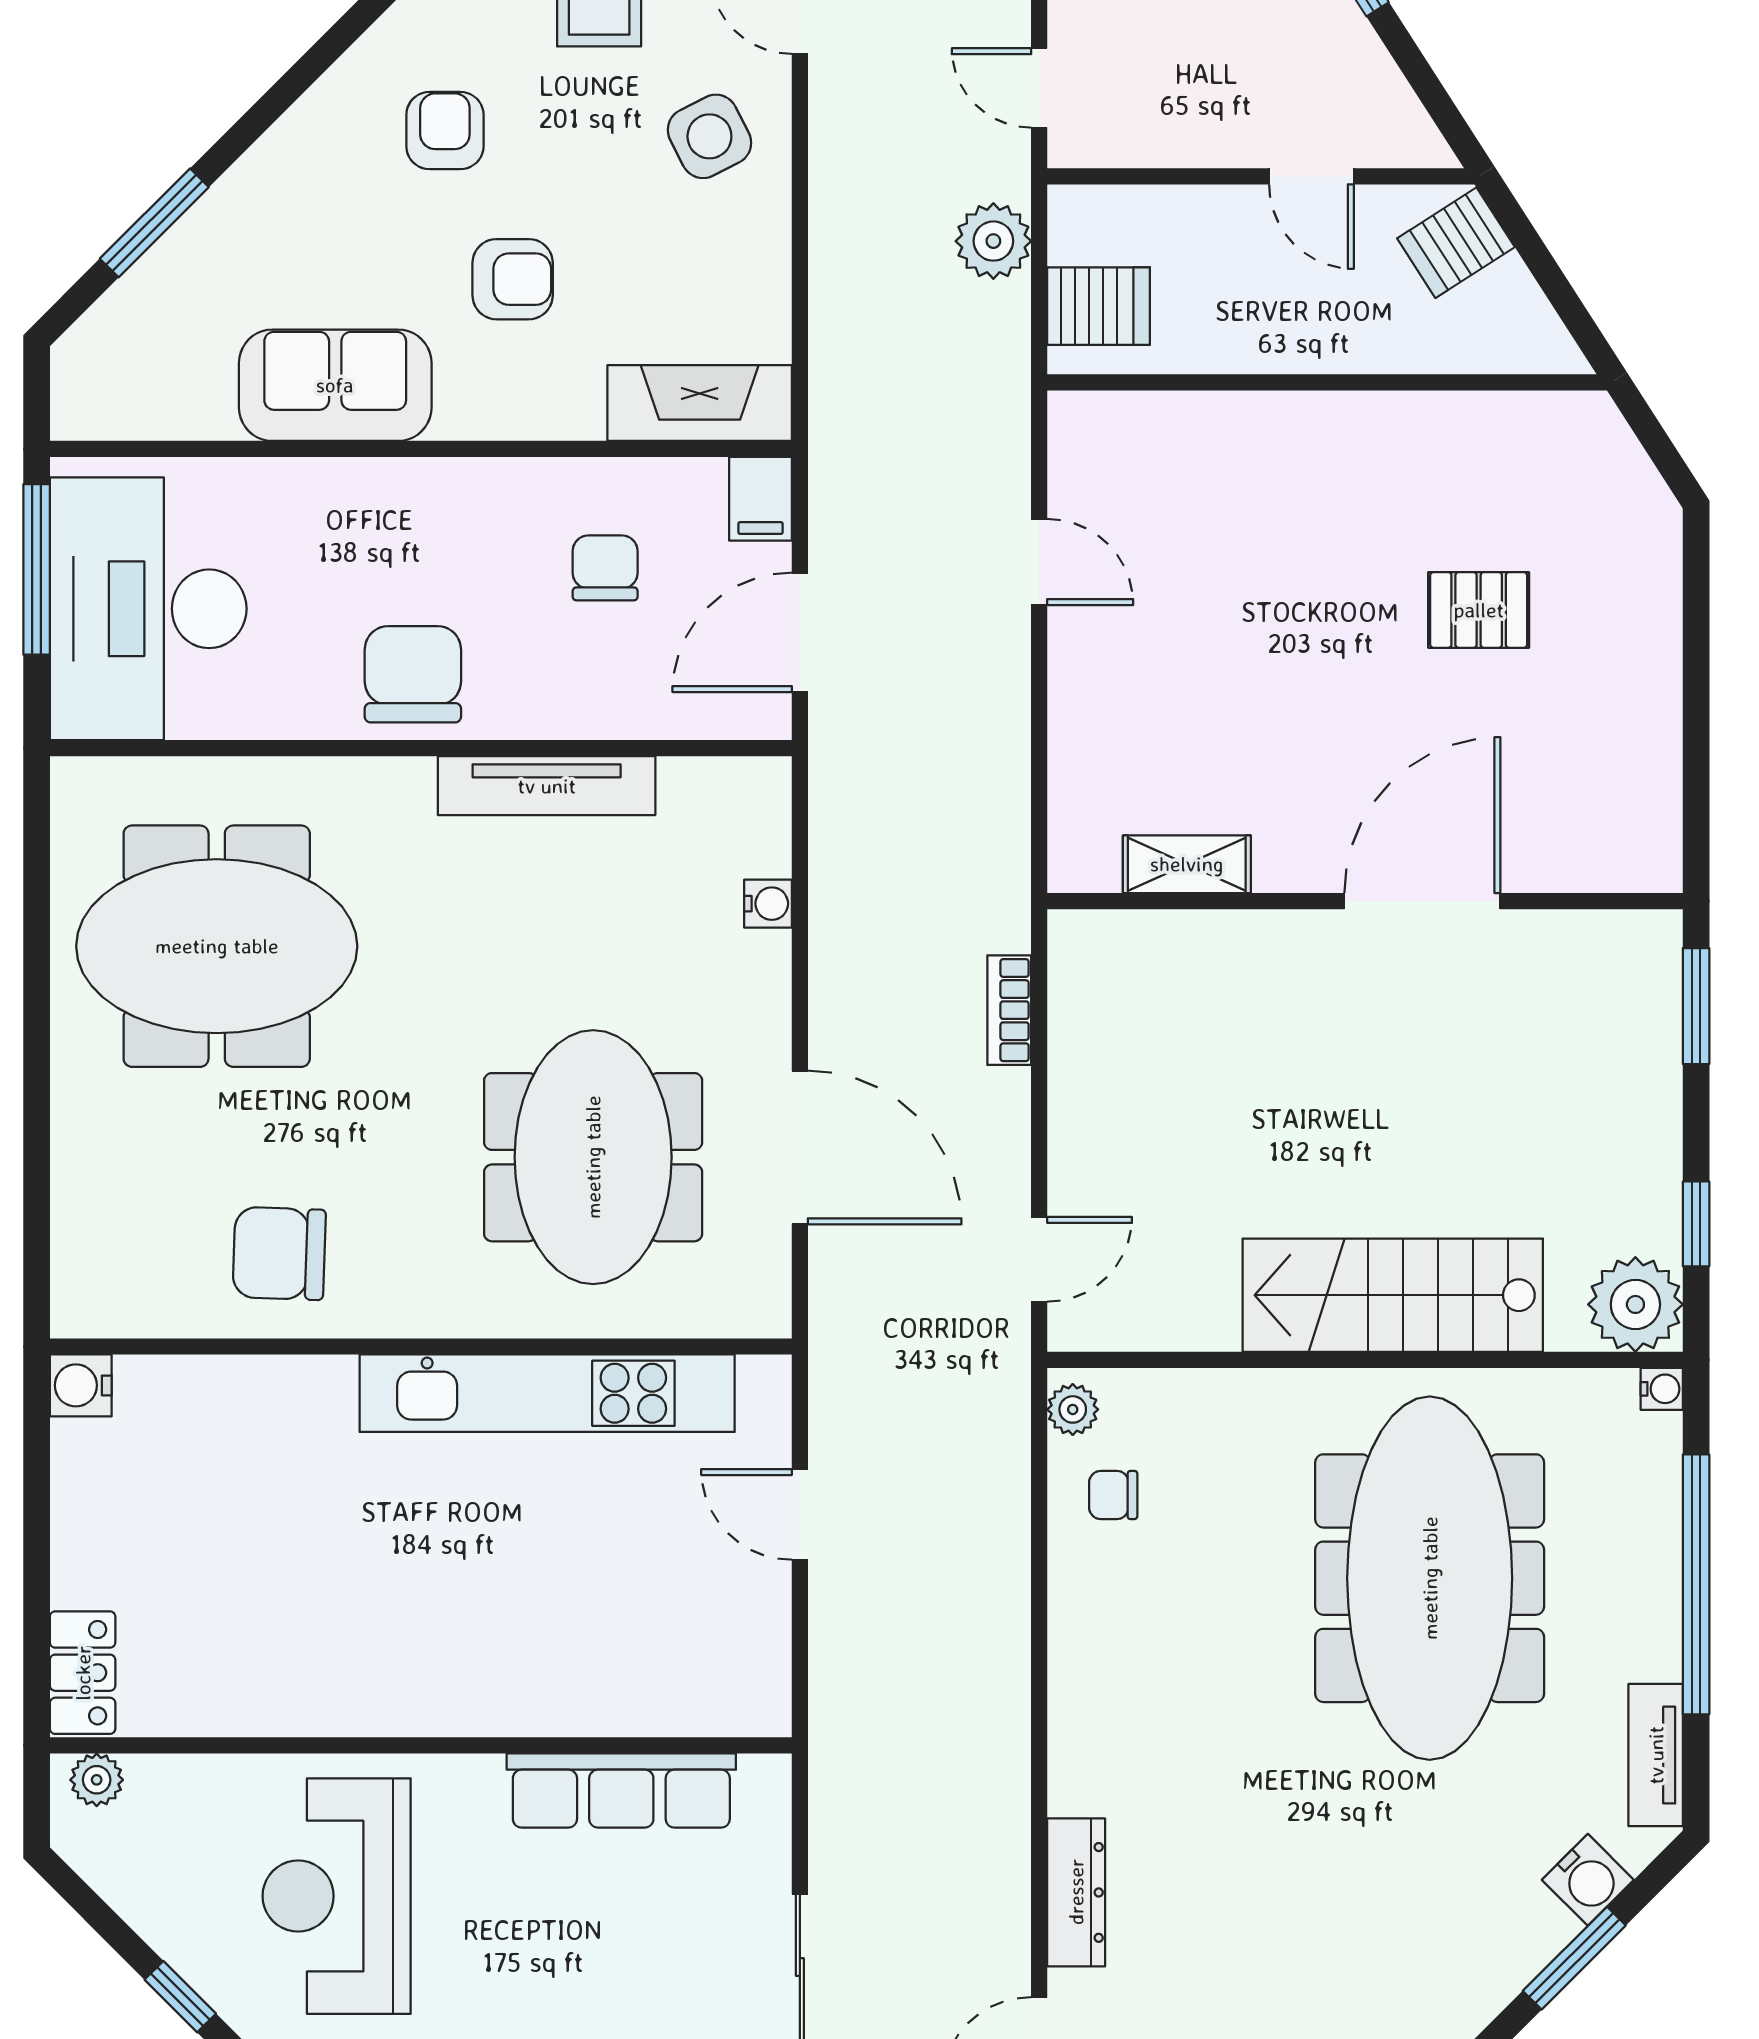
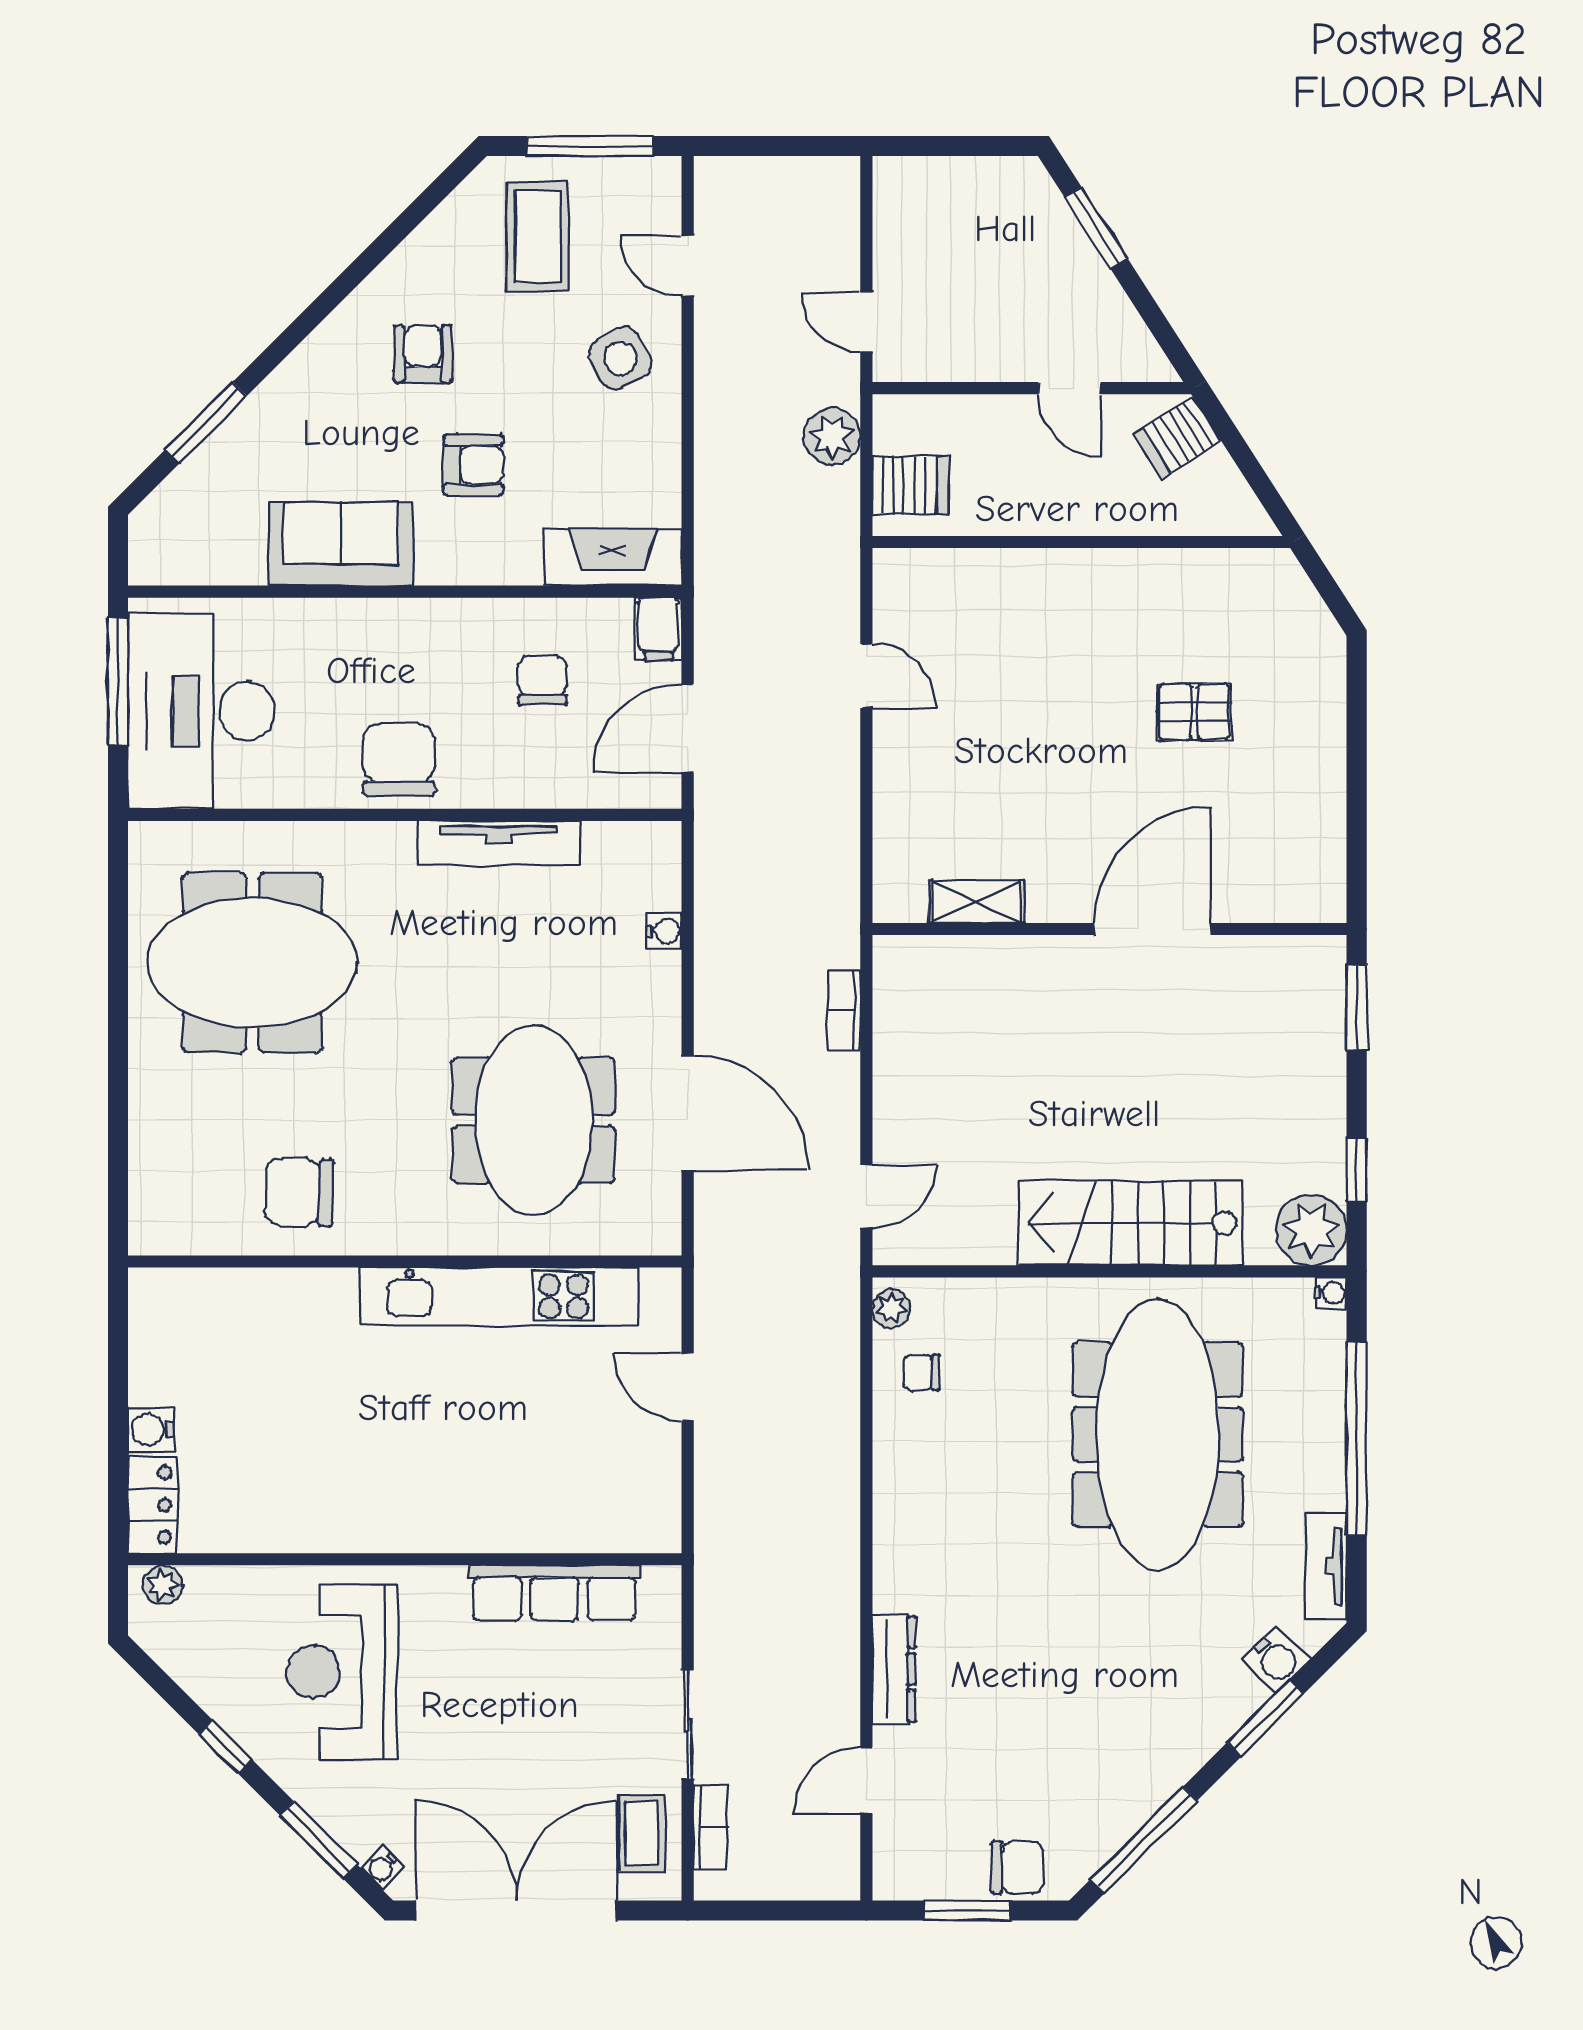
water cooler: (81, 1385) -> (151, 1430), moved

